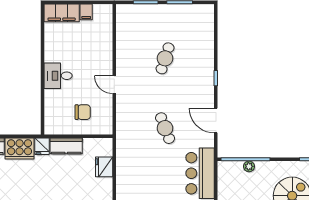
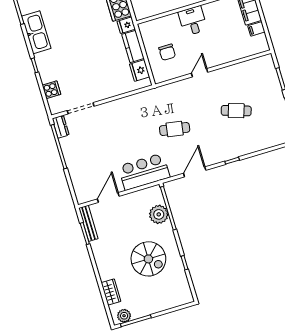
cafe table: (165, 128) -> (175, 129), turned 30
plant: (249, 166) -> (159, 214), width x1.88, depth x1.88
fridge: (104, 167) -> (140, 70), moved, turned -90

